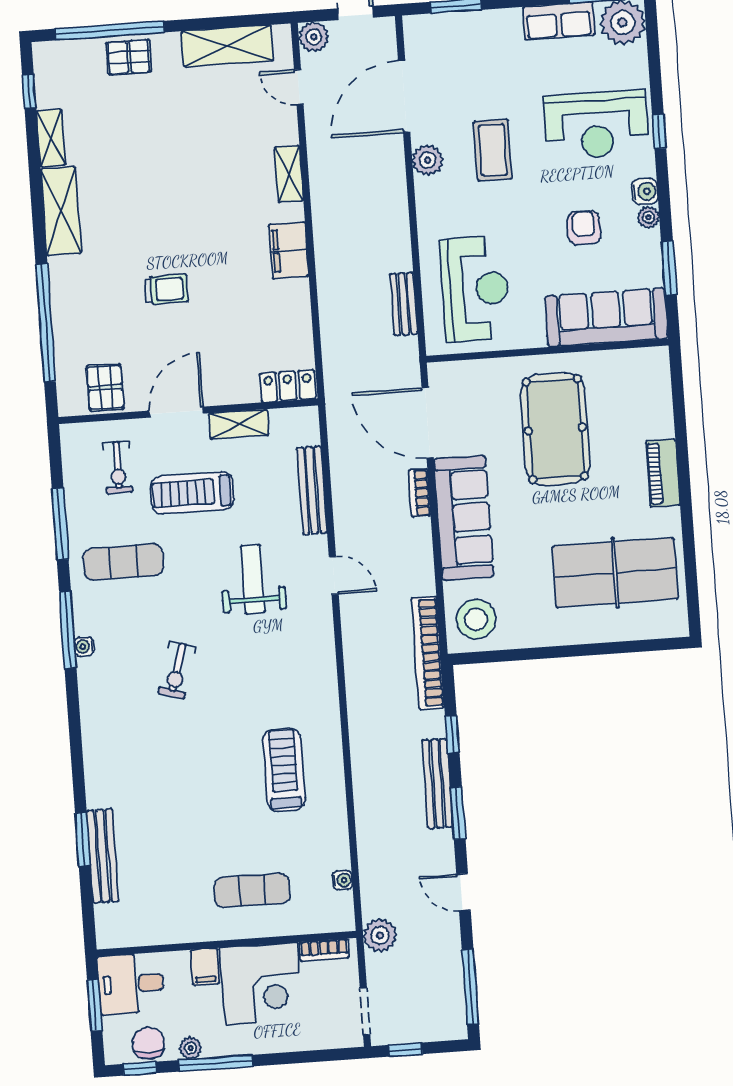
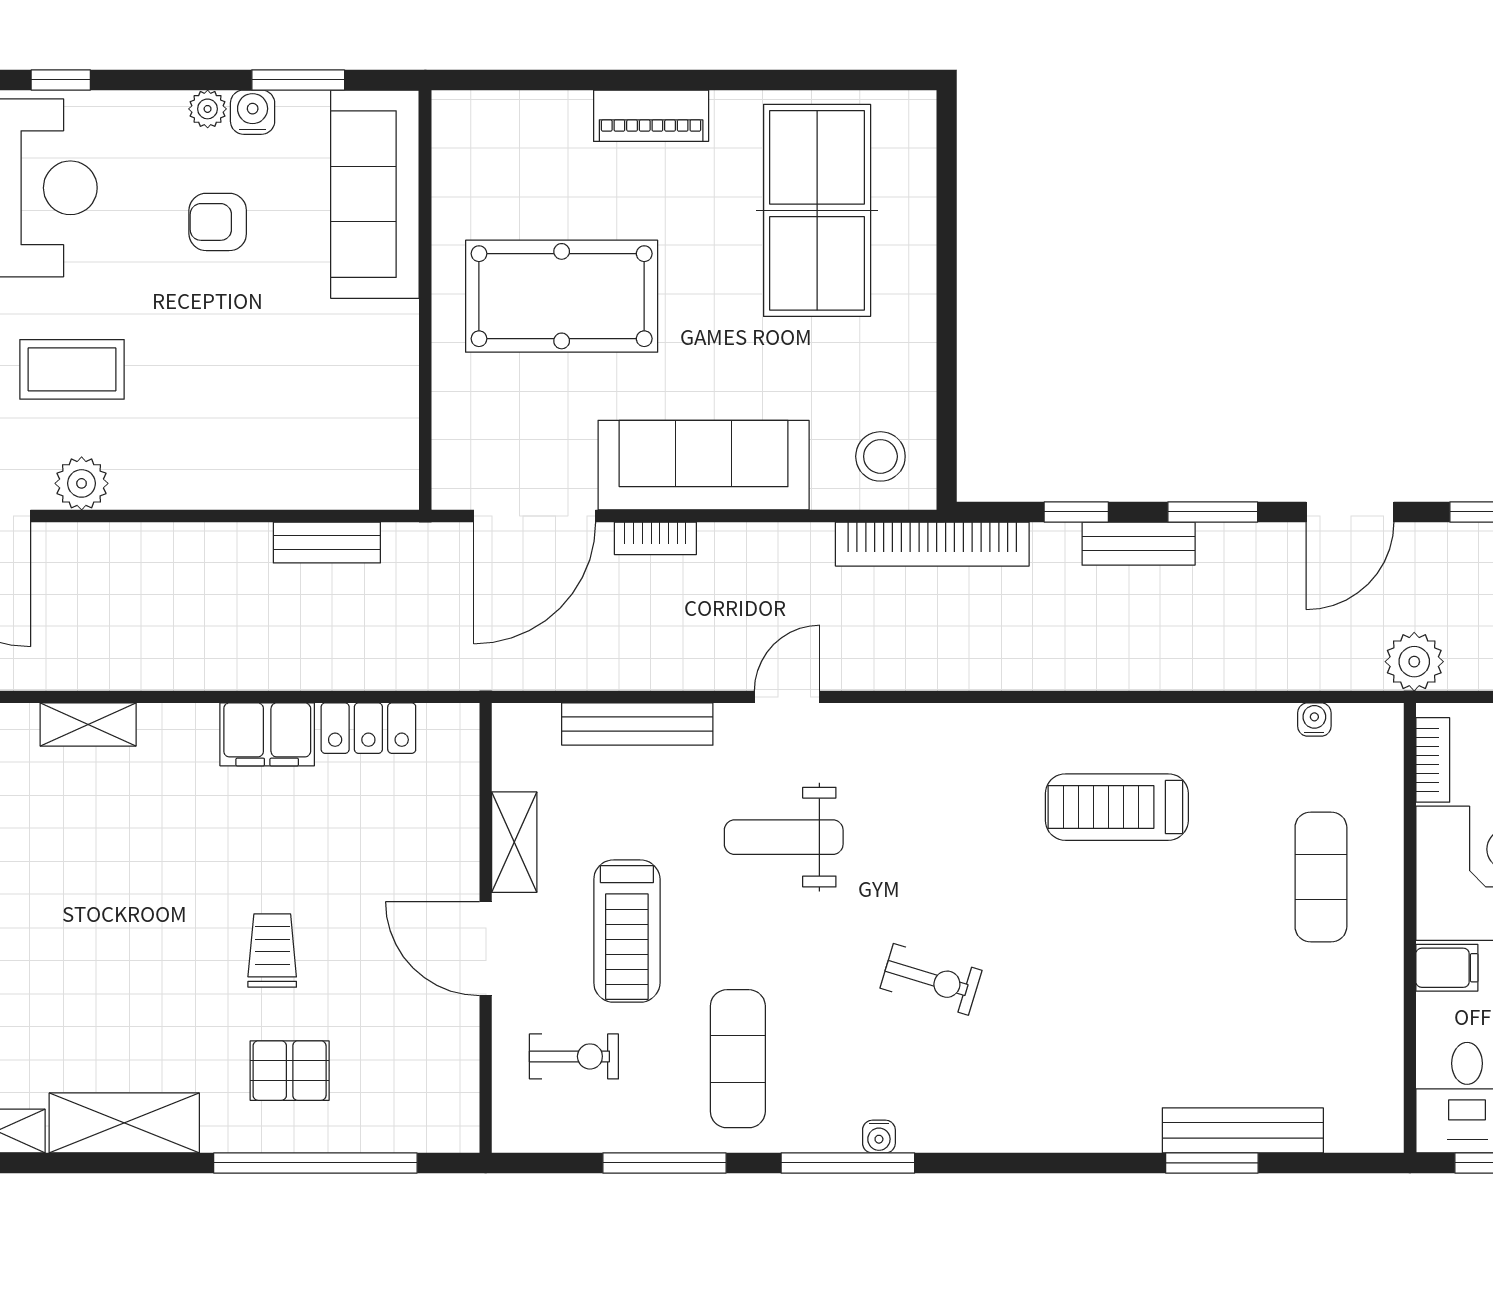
water cooler: (645, 191) -> (253, 112), moved
filing cabinet: (289, 250) -> (267, 734), moved
reception desk: (475, 289) -> (310, 417), removed
locker: (288, 386) -> (368, 728), moved, turned -90
pallet: (105, 387) -> (290, 1071), moved
stool: (476, 619) -> (880, 456), width x0.73, depth x0.73
bench: (437, 783) -> (1139, 544), width x0.73
door: (464, 892) -> (1350, 512), width x1.38

